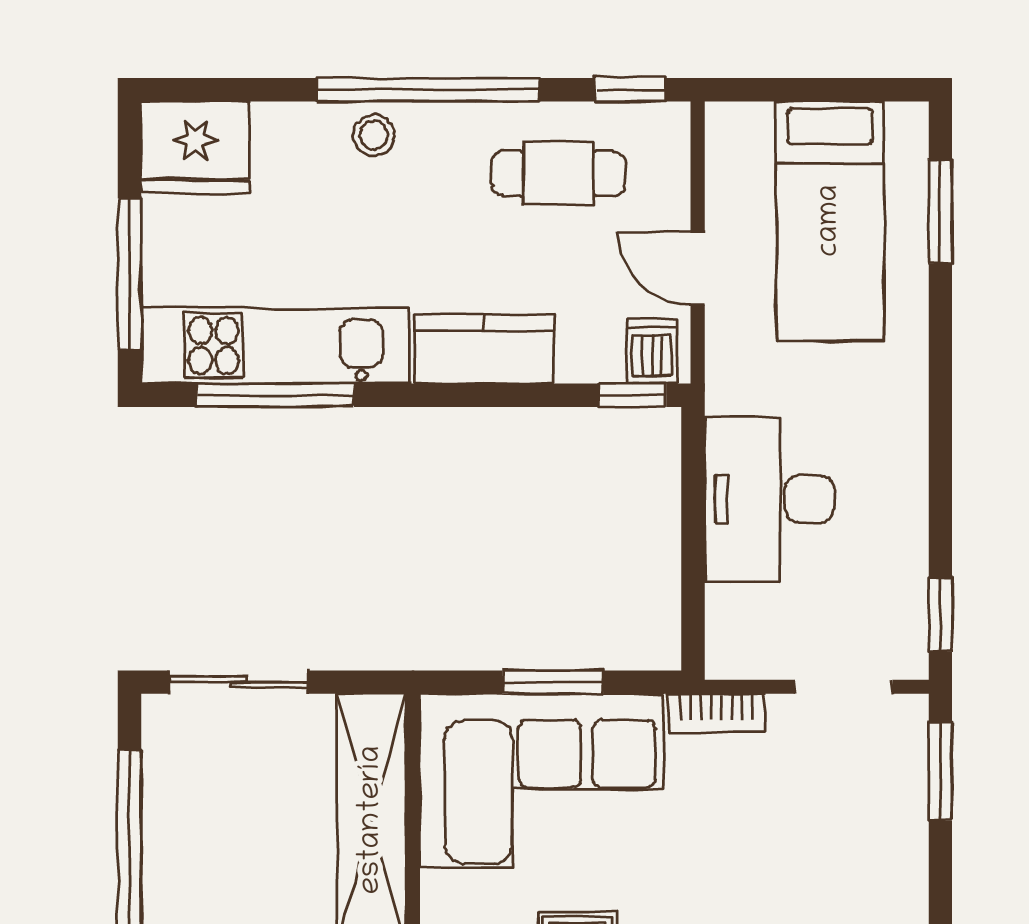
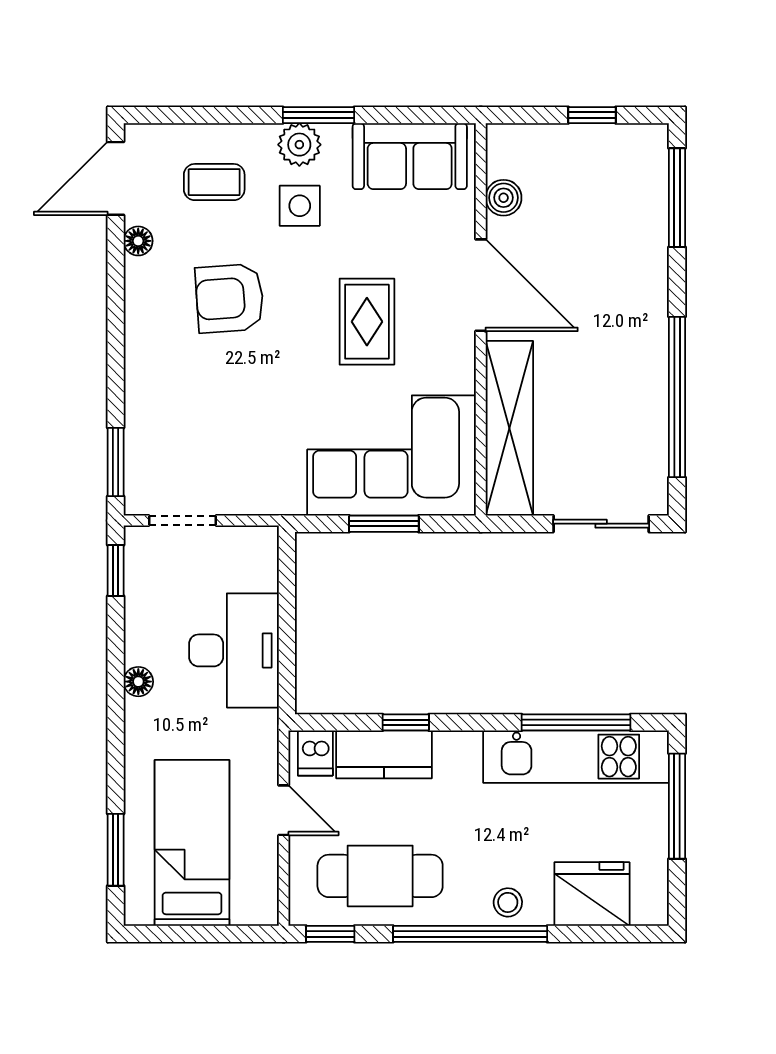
fridge: (195, 147) -> (592, 894), moved
cafe table: (558, 173) -> (380, 876), width x1.37, depth x1.35
kitchen counter: (483, 349) -> (384, 754), moved
window: (633, 395) -> (406, 722), moved
floor lamp: (908, 454) -> (138, 682), added
bookcase: (716, 713) -> (271, 502), removed

